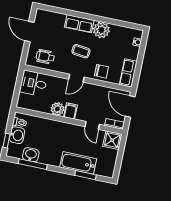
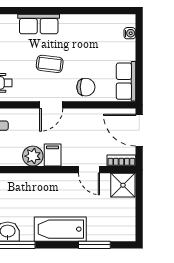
plant: (101, 30) -> (73, 26), removed
bathtub: (78, 163) -> (60, 229), moved

